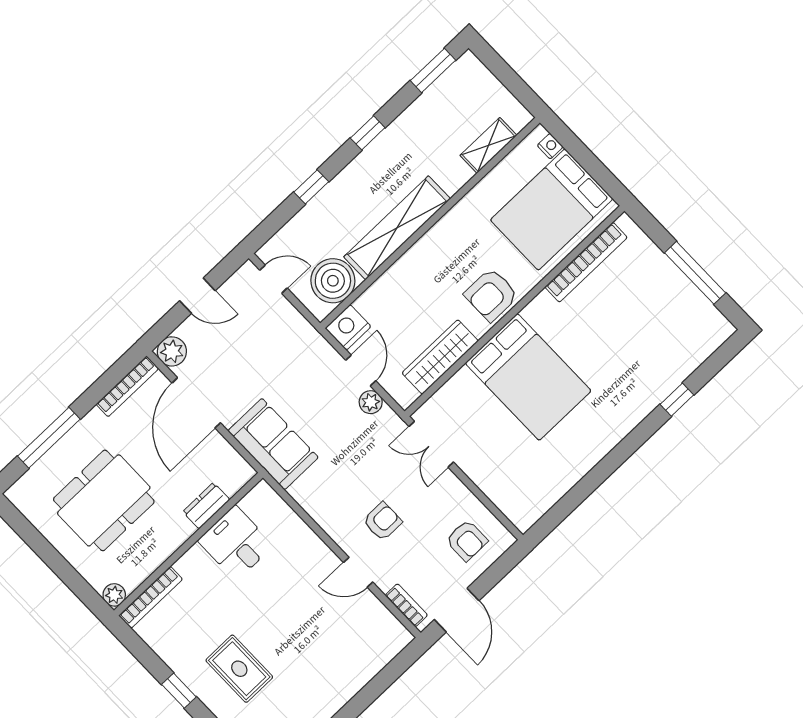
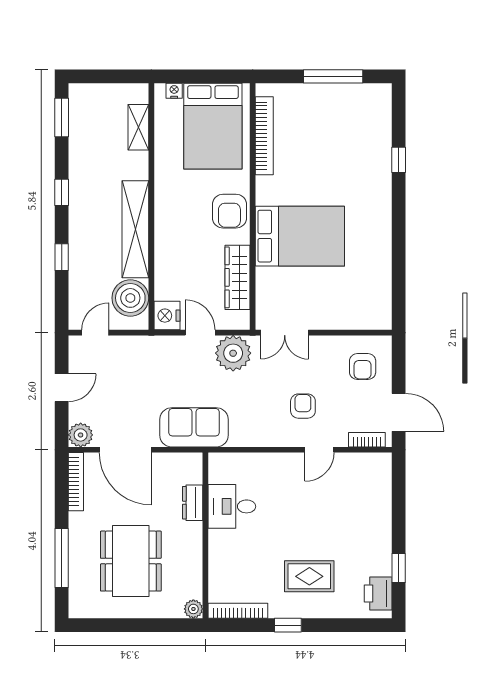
plant: (371, 402) -> (233, 353), width x1.87, depth x1.87
armchair: (467, 540) -> (363, 367), turned 90
bookcase: (151, 597) -> (238, 611), moved, turned -90

